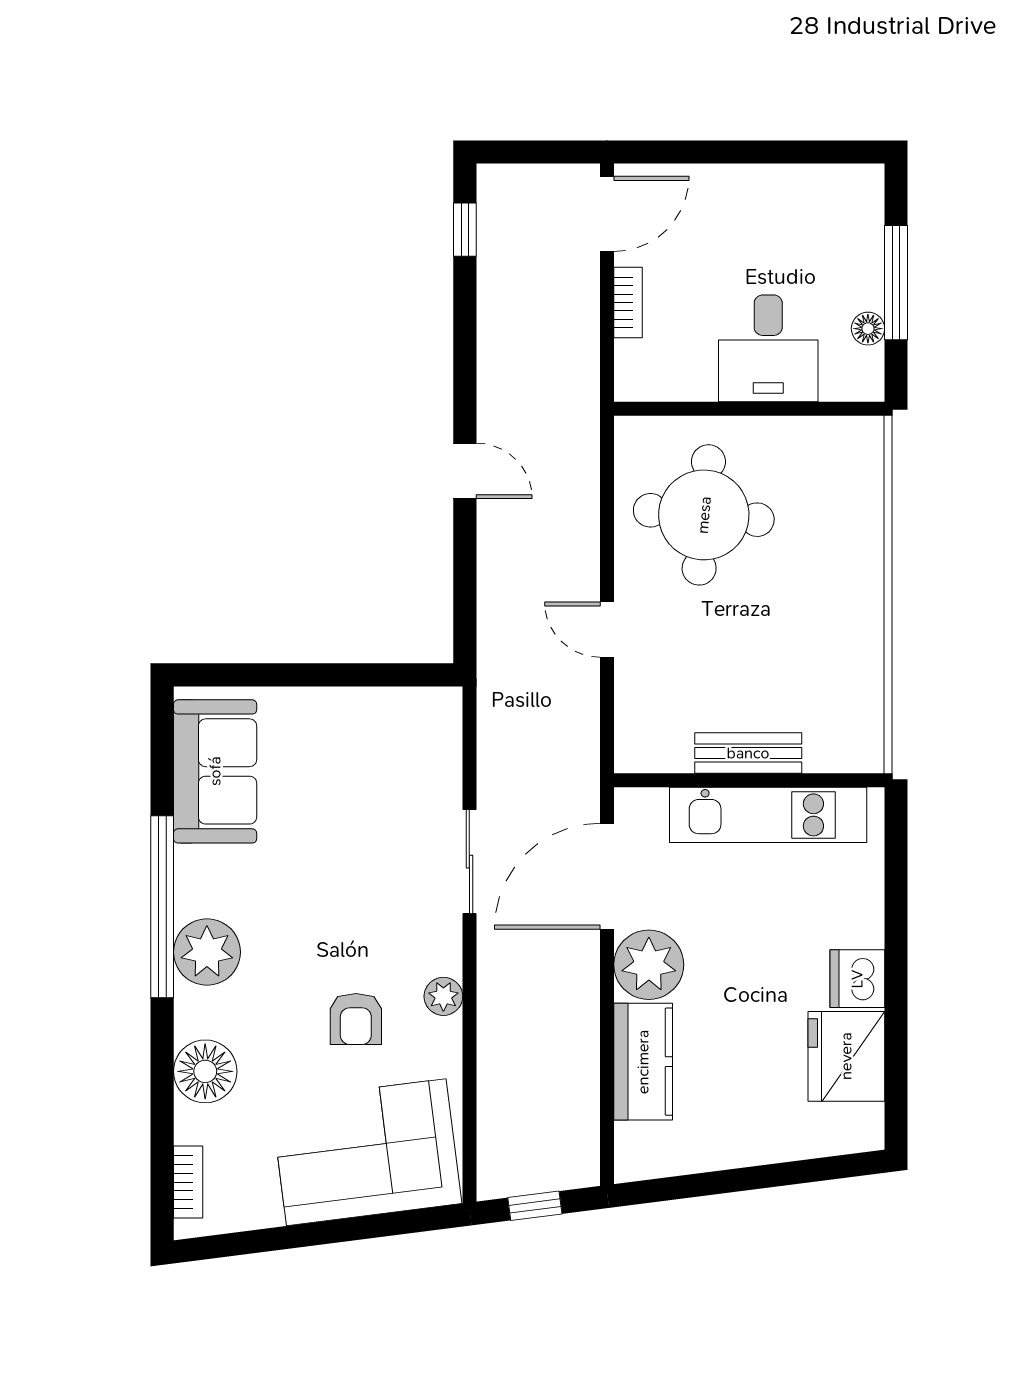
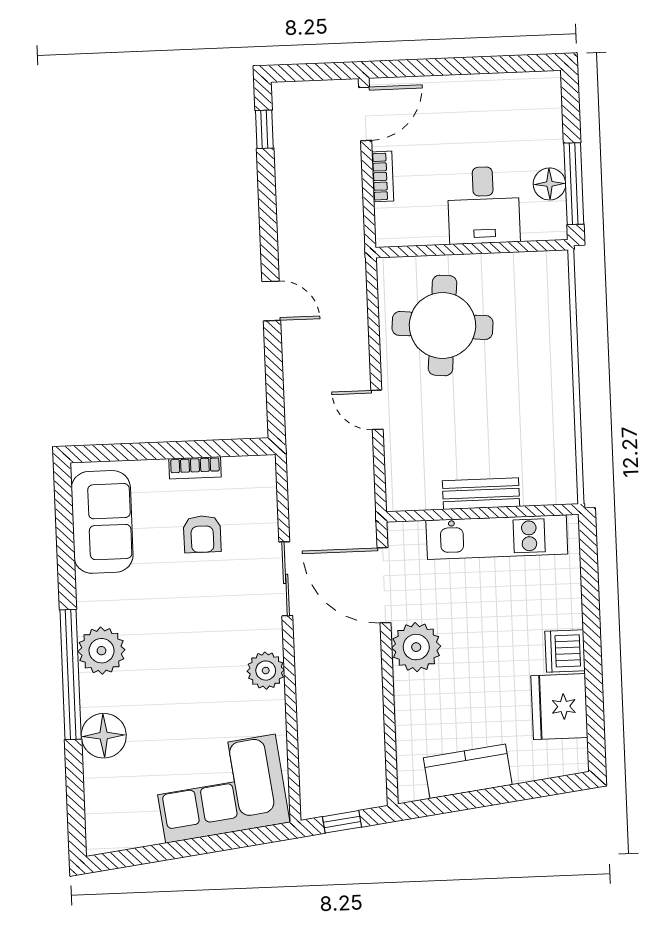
window: (896, 283) -> (574, 184), moved
floor lamp: (868, 329) -> (549, 184), width x1.37, depth x1.37
door: (607, 876) -> (384, 585), hinge flipped
window: (162, 907) -> (71, 675), moved
plant: (443, 996) -> (266, 671), width x1.38, depth x1.38
armchair: (356, 1019) -> (202, 534), moved
kitchen counter: (643, 1062) -> (468, 771), moved, turned -97
bookcase: (188, 1182) -> (195, 468), moved, turned 90

